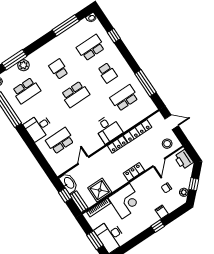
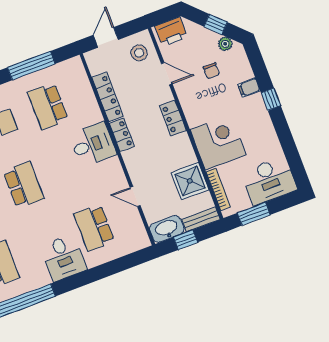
window: (95, 240) -> (254, 214), moved

